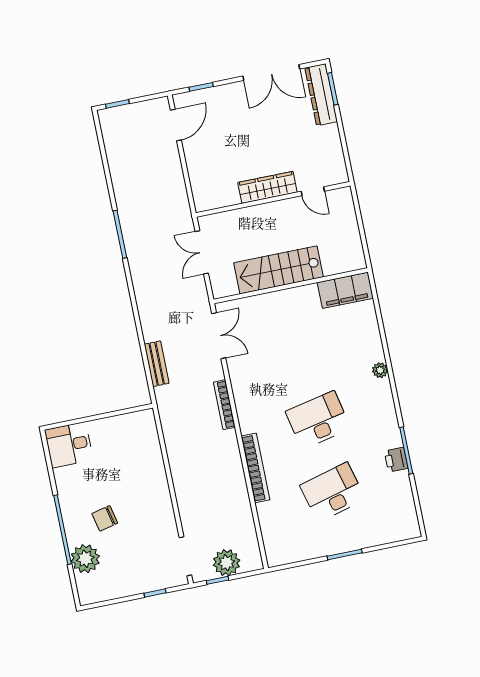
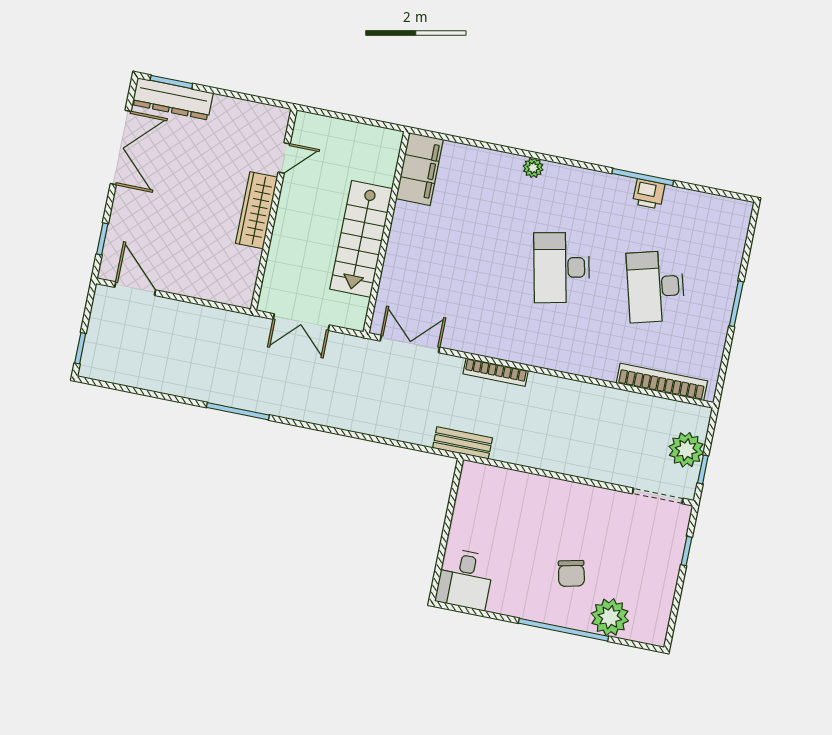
bench: (157, 364) -> (463, 443), moved
bookcase: (255, 468) -> (662, 382), moved

